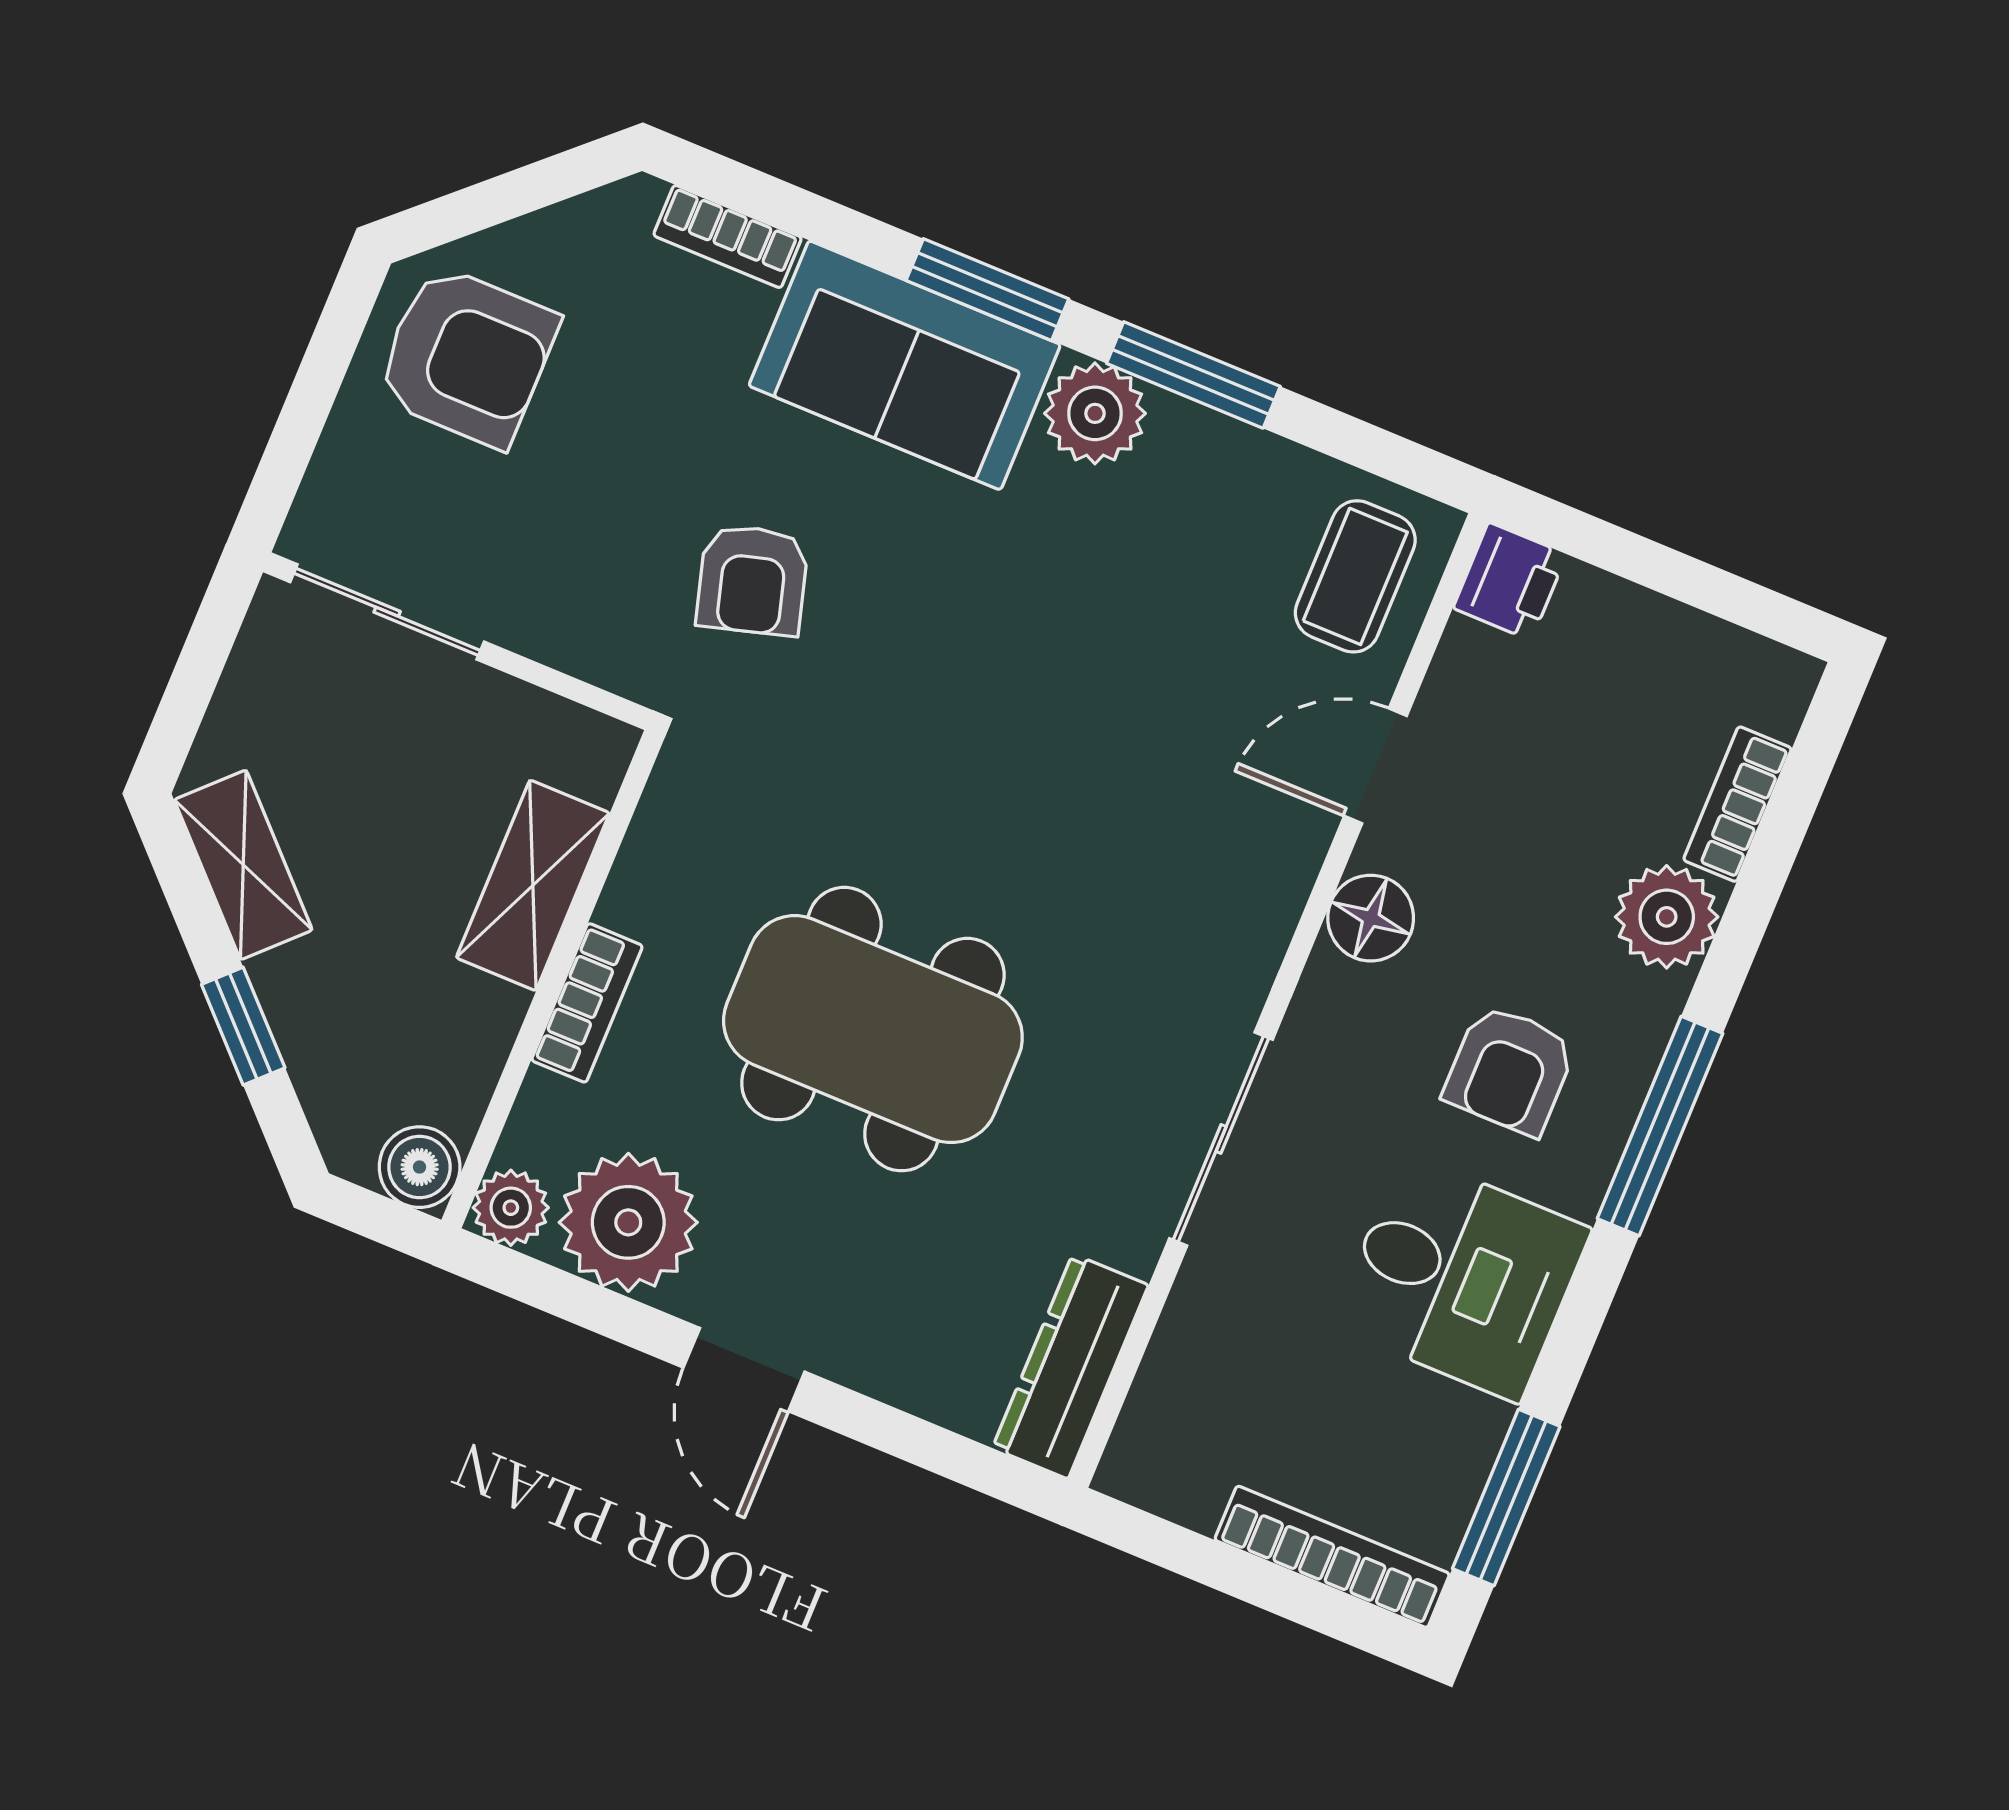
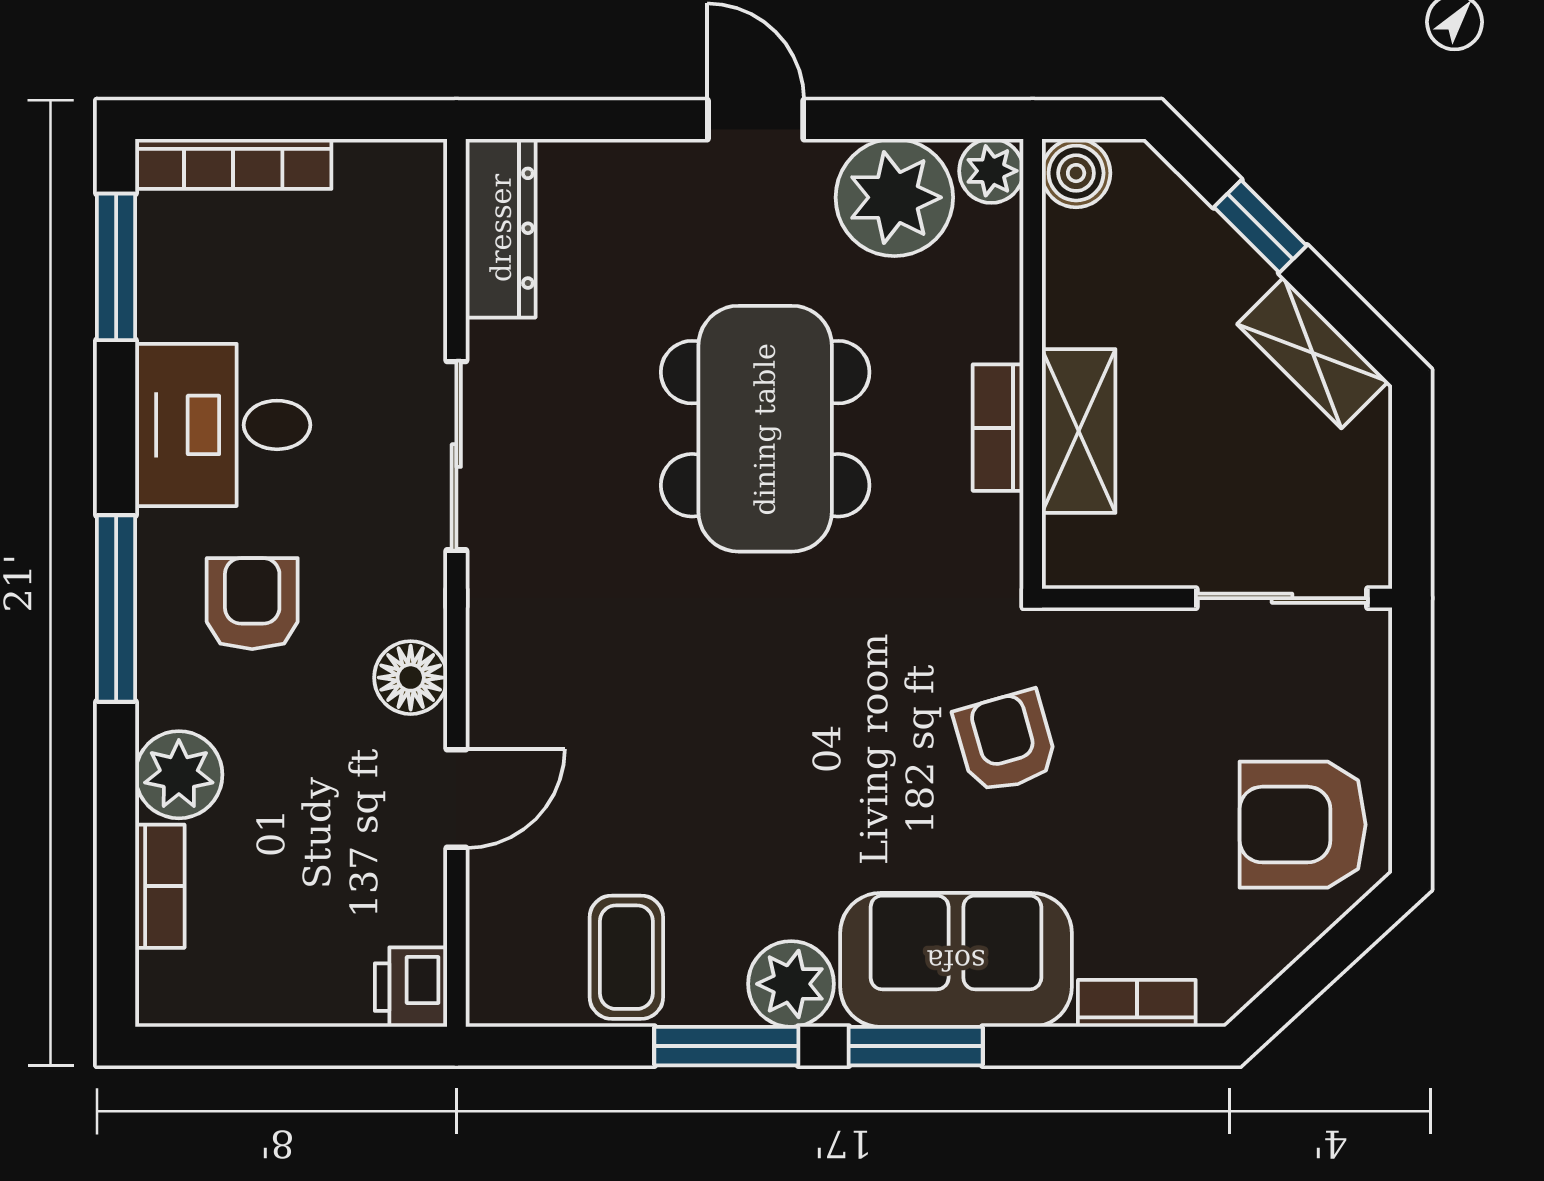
coffee table: (1355, 576) -> (626, 957), moved
bookcase: (587, 1003) -> (998, 428), moved
dining table: (873, 1029) -> (765, 429), turned 90

